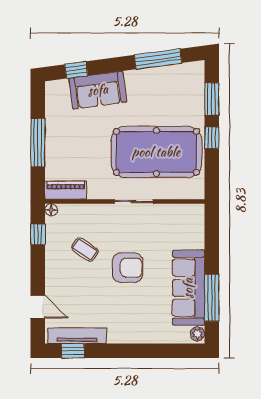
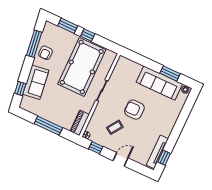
armchair: (152, 84) -> (45, 53), added
armchair: (128, 268) -> (134, 110), turned -90
window: (212, 298) -> (170, 73), width x0.69
door: (38, 307) -> (120, 159), moved

